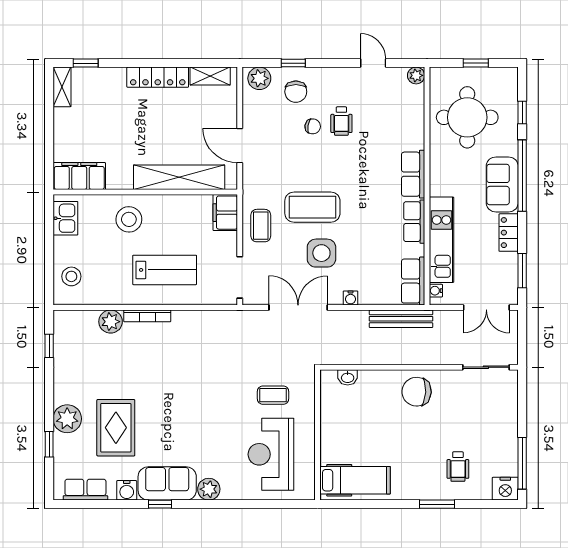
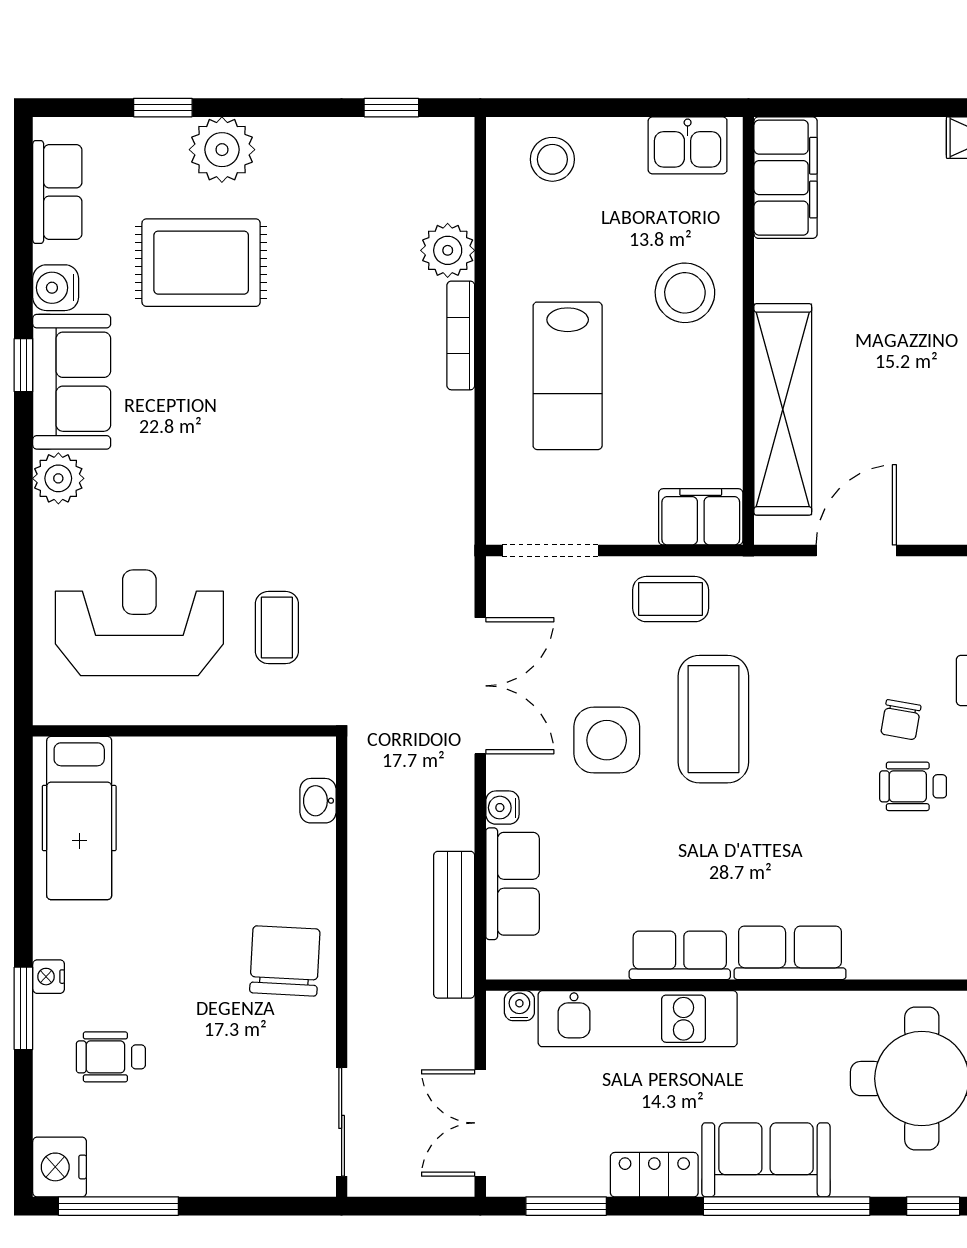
row of seats: (413, 281) -> (513, 884), moved, turned 90
nightstand: (423, 493) -> (49, 977), added

